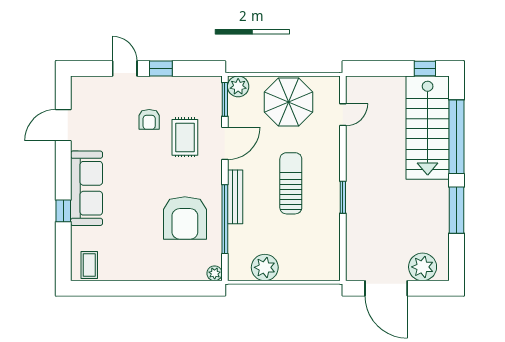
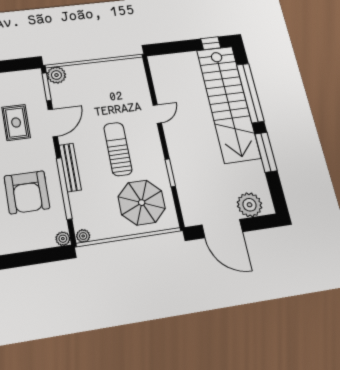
parasol: (288, 102) -> (142, 203), moved
door: (343, 115) -> (157, 114), moved
stairs: (428, 128) -> (228, 103), width x1.36
window: (343, 197) -> (170, 173), moved
plant: (265, 267) -> (83, 236), moved, width x0.53, depth x0.53

